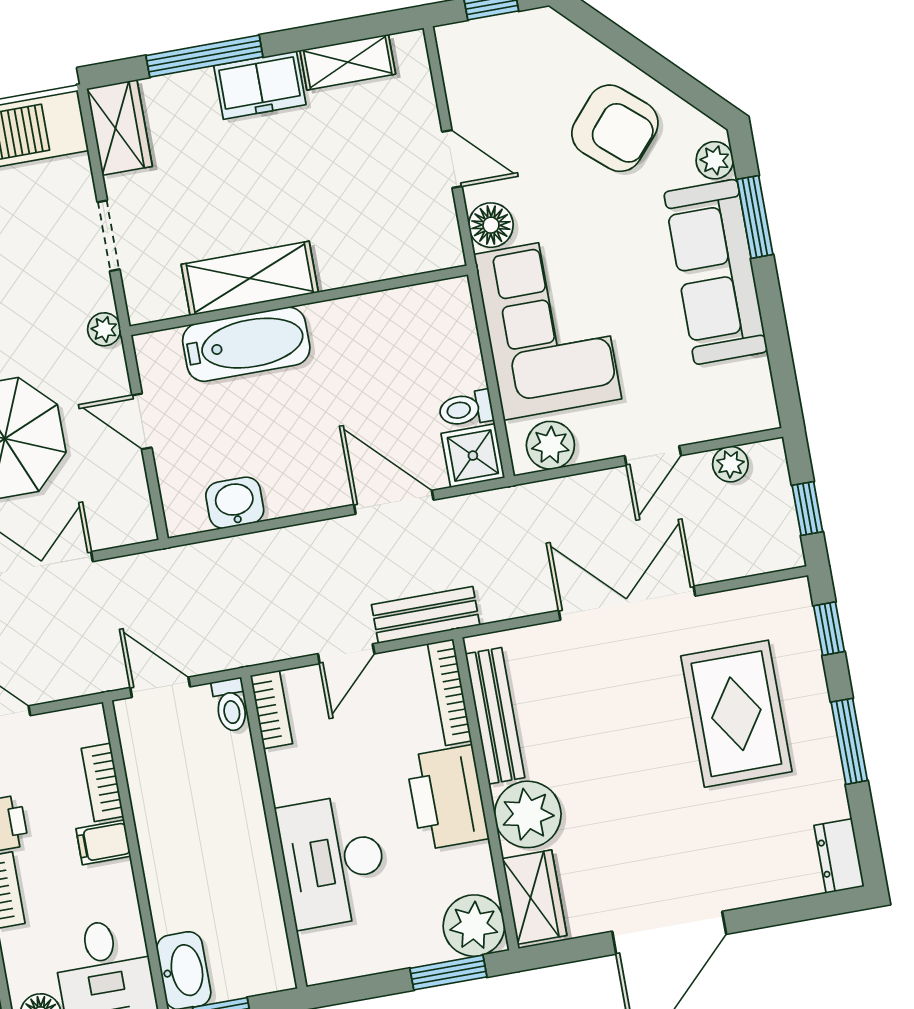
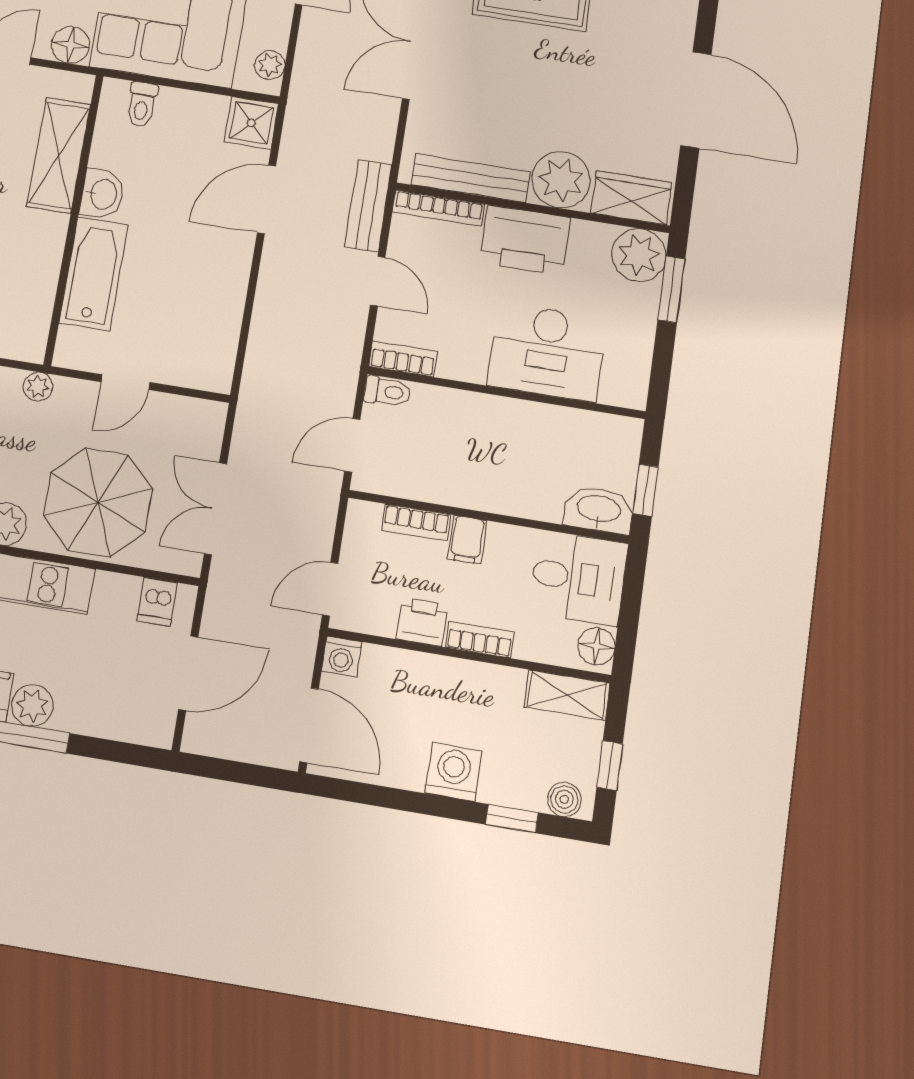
shelving: (250, 278) -> (59, 155), moved
toilet: (466, 409) -> (142, 105), moved
plant: (550, 445) -> (270, 65), width x0.73, depth x0.73
washbasin: (235, 503) -> (103, 194), moved, turned 180

